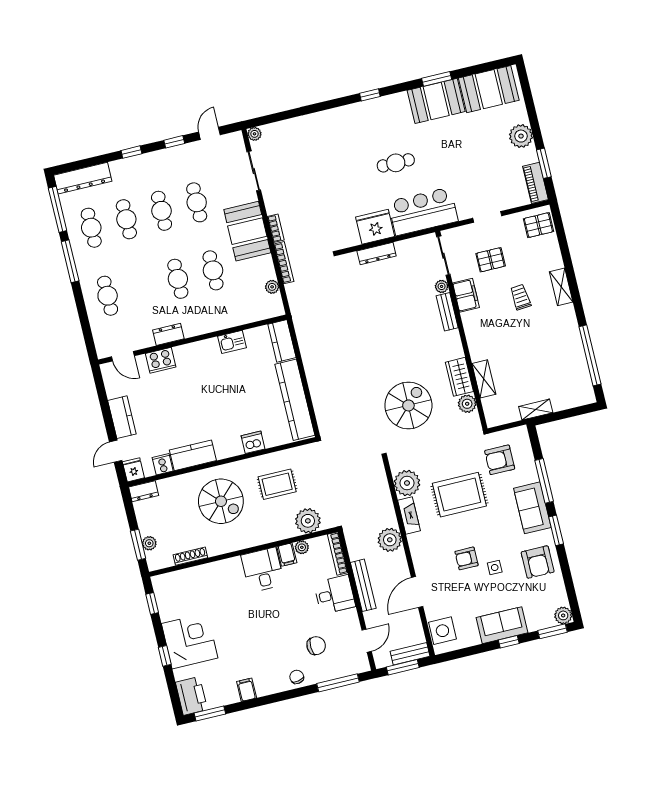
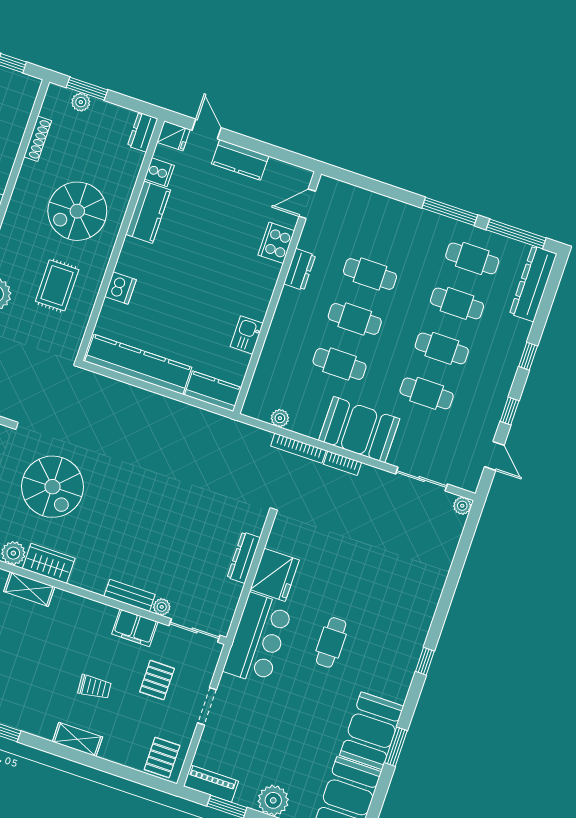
cafe table: (108, 296) -> (370, 274), moved

